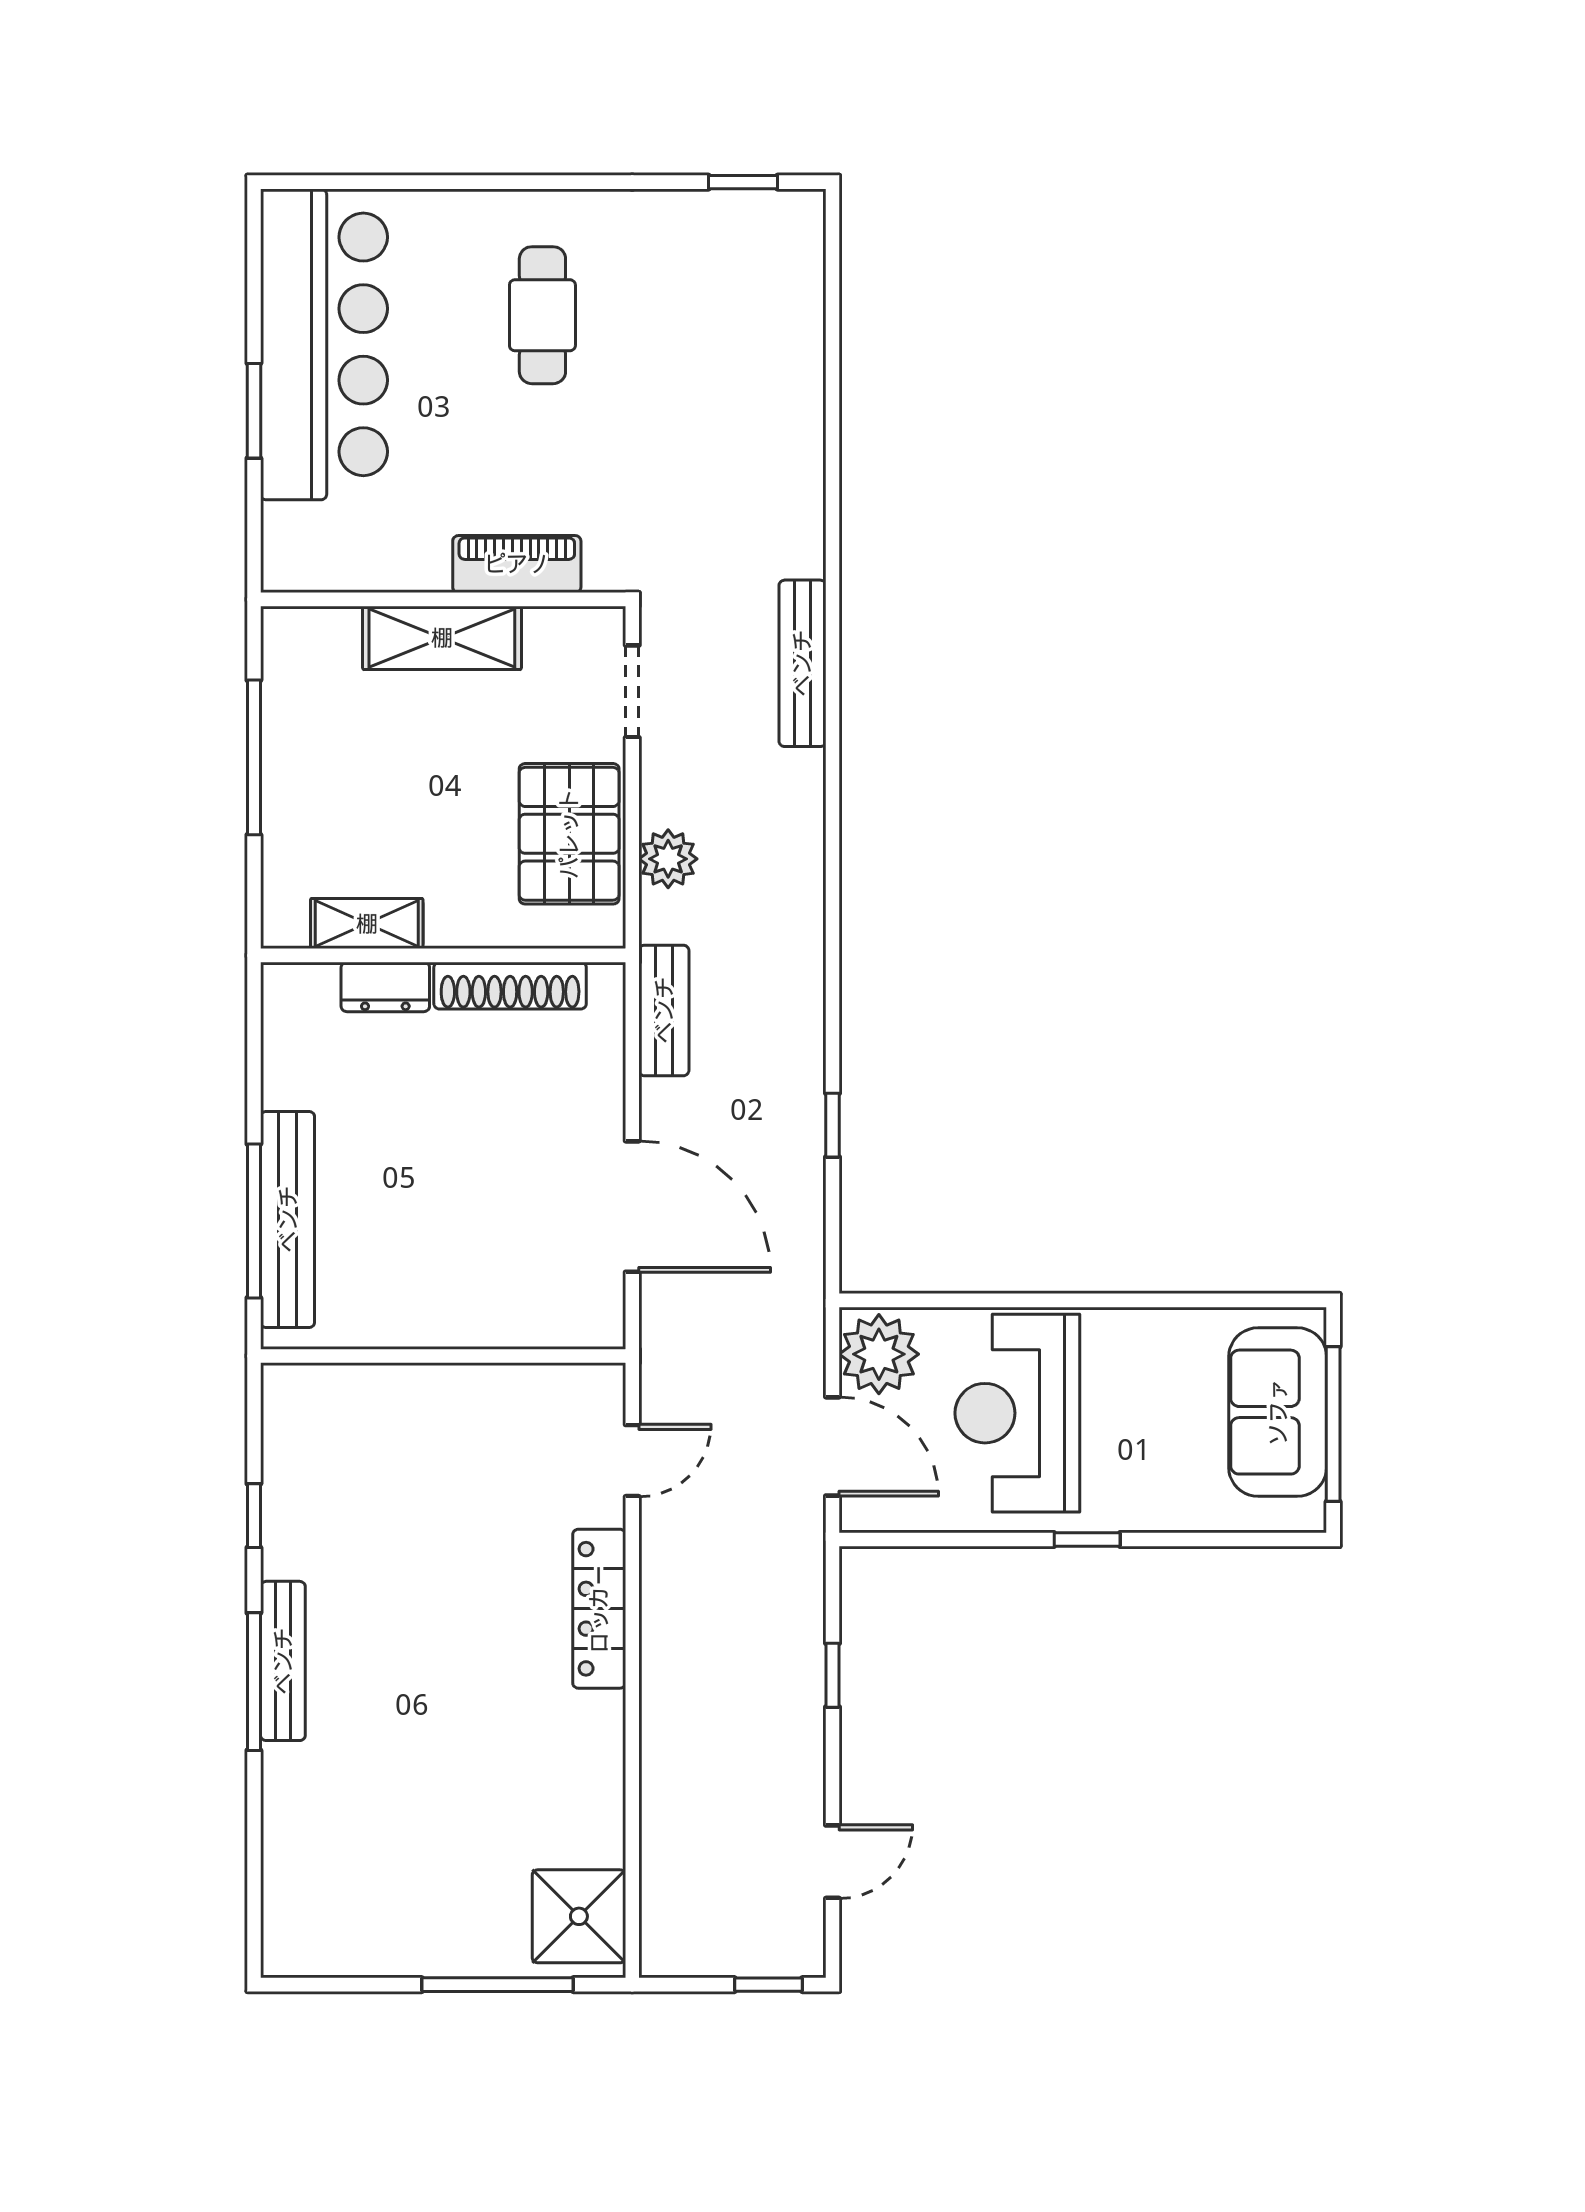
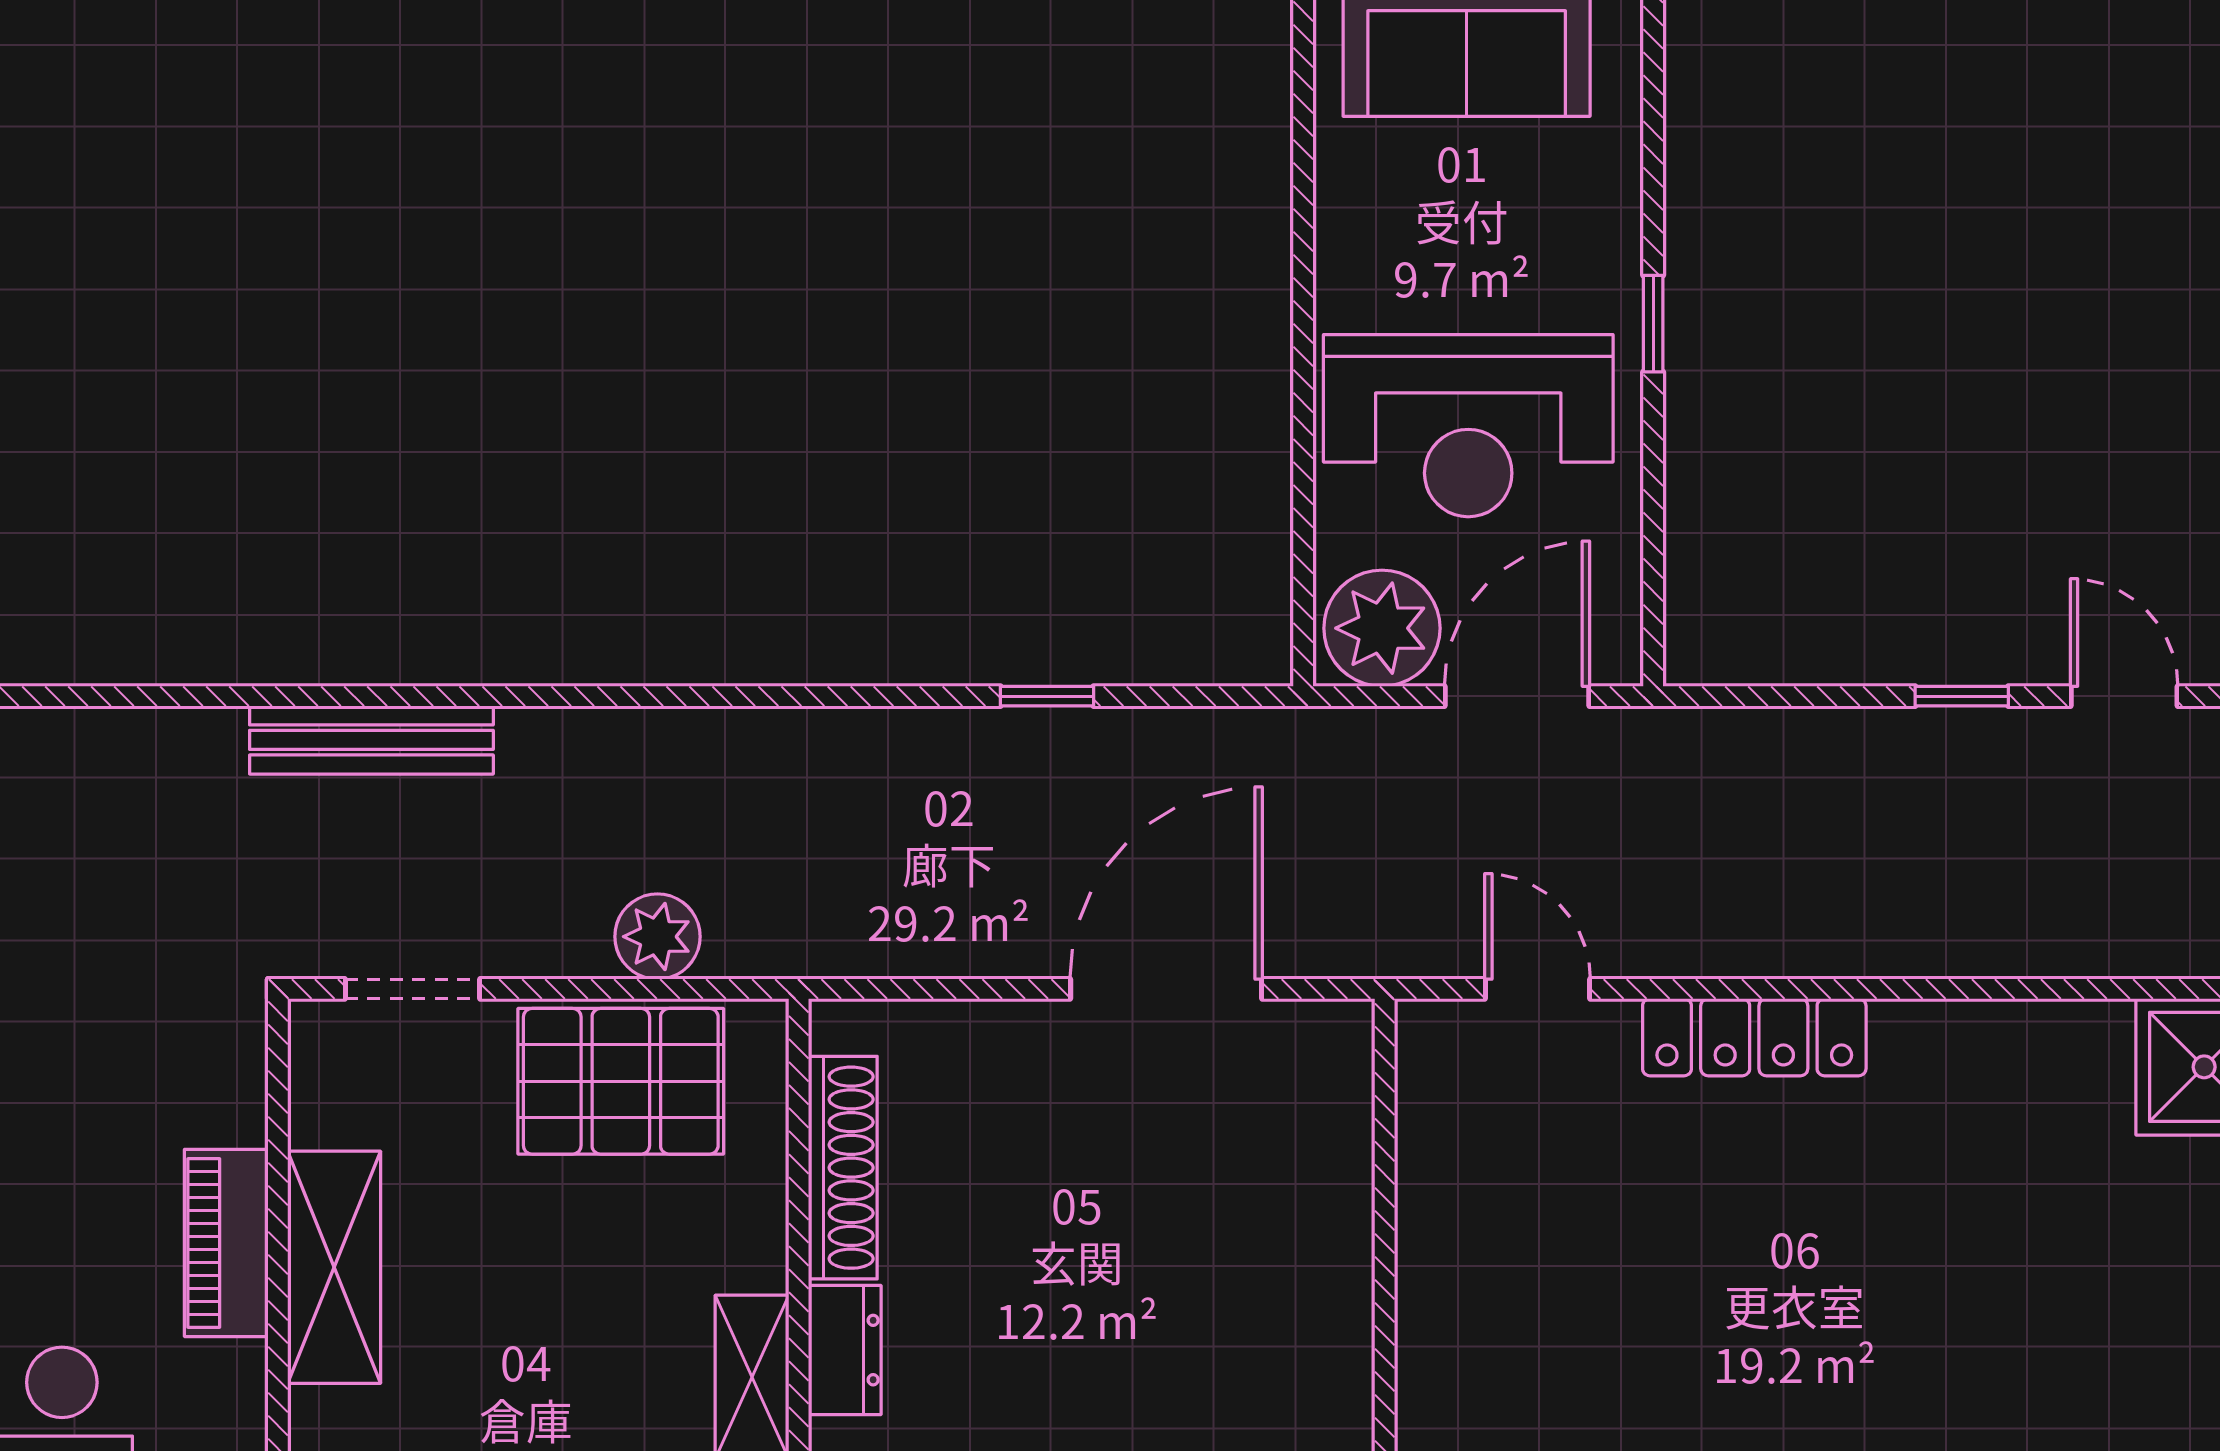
piano: (517, 564) -> (226, 1243), moved
bench: (664, 1010) -> (879, 943), removed
window: (832, 1675) -> (1962, 696), moved

